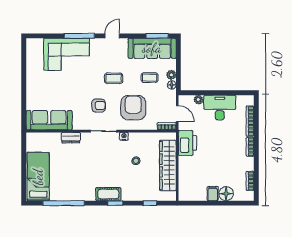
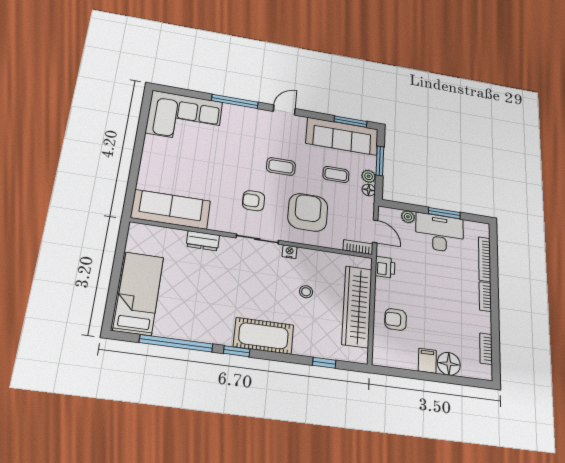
corner sofa: (67, 54) -> (184, 117), moved
window: (178, 62) -> (380, 161), added
window: (223, 93) -> (444, 213), added
armchair: (99, 106) -> (254, 201), turned 180
printer: (187, 143) -> (385, 267), width x0.53, depth x0.68
armchair: (192, 170) -> (396, 319), added
cot: (108, 194) -> (264, 336), width x1.37, depth x1.34
window: (115, 203) -> (237, 351), moved

